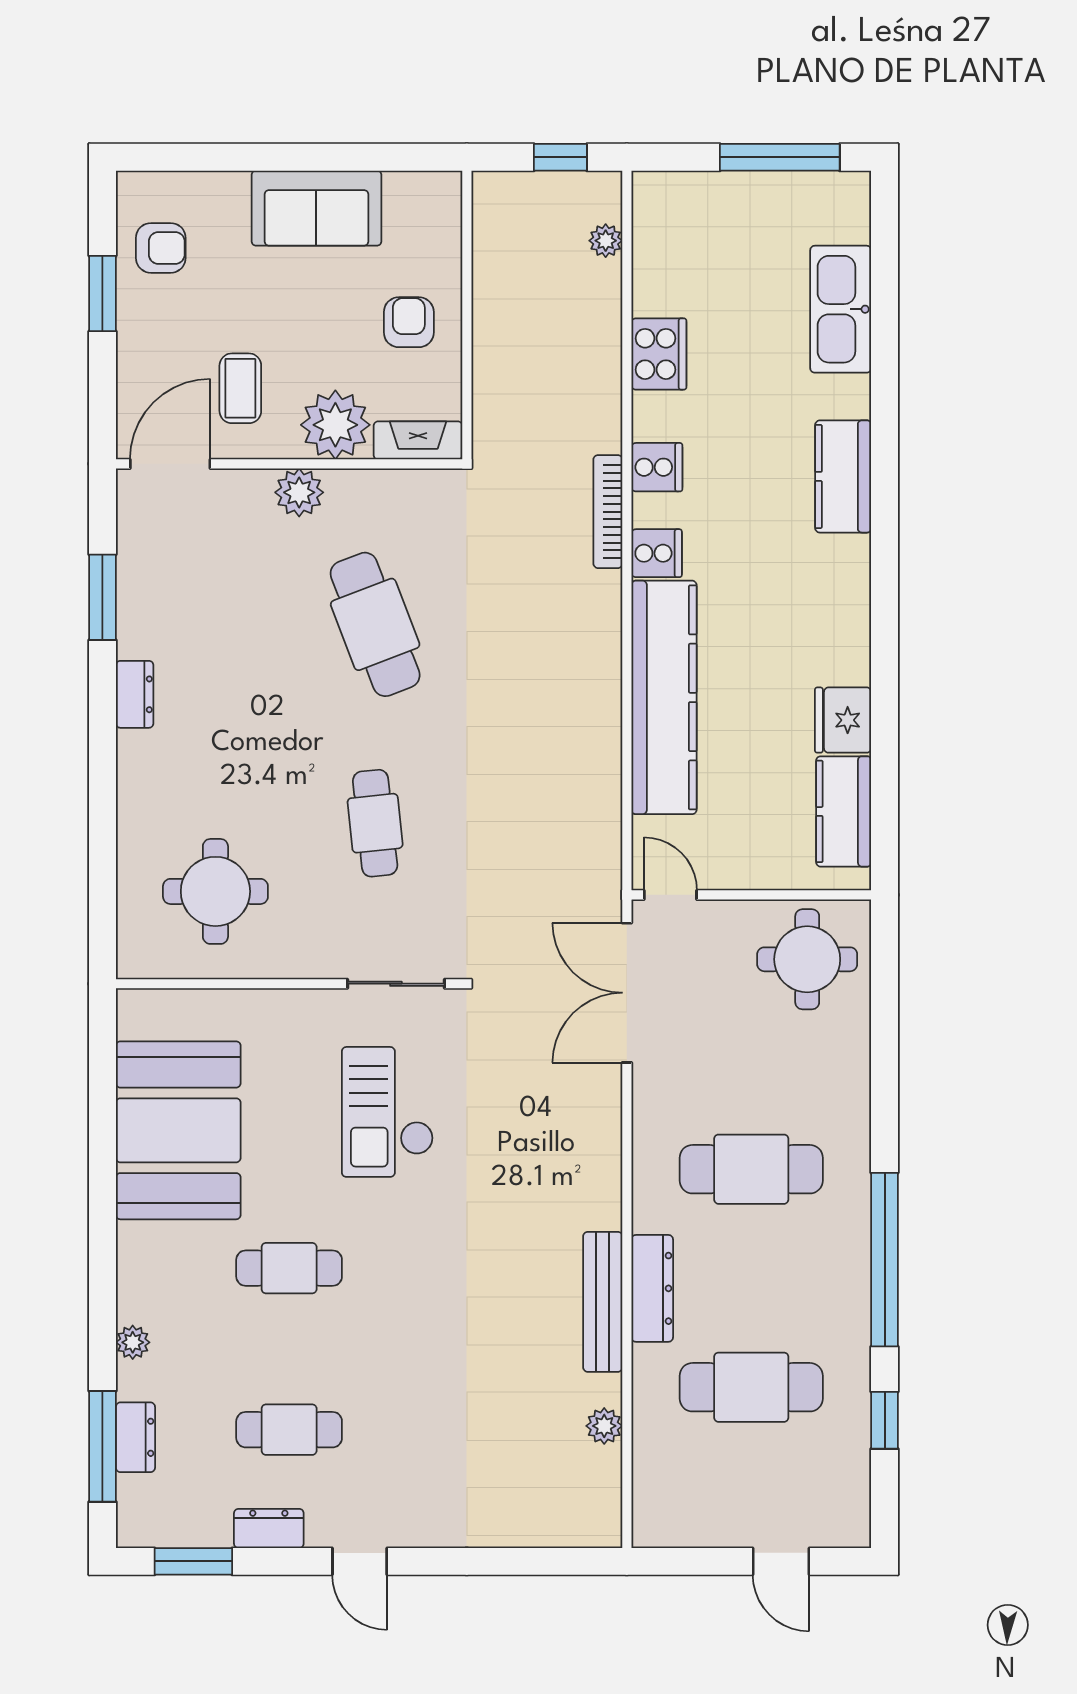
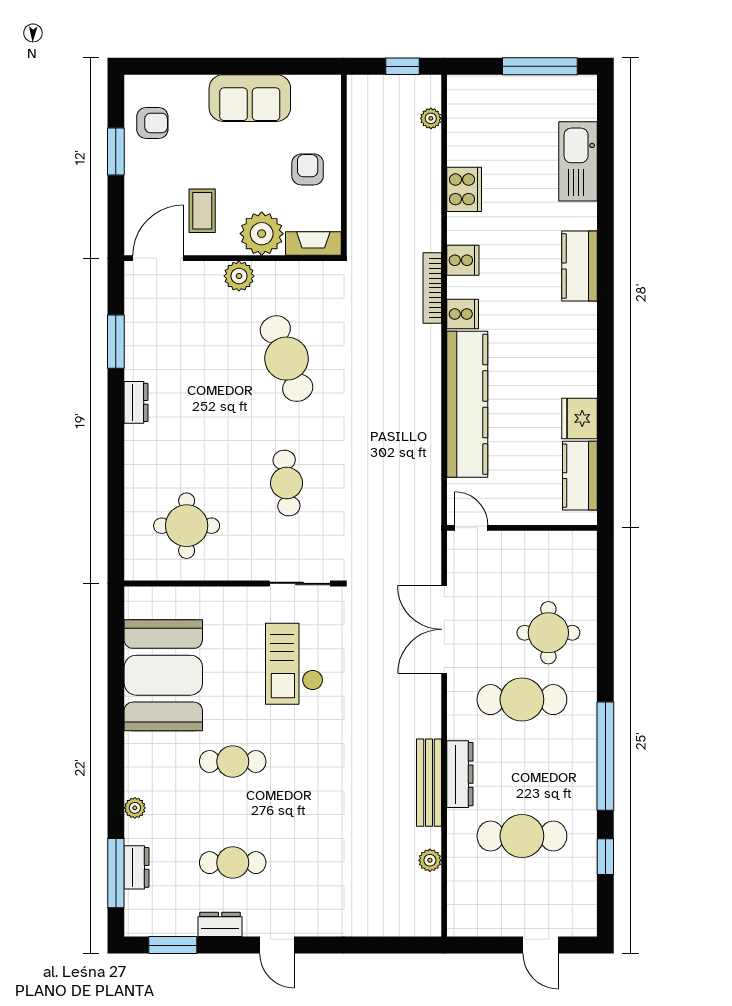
round table: (807, 959) -> (548, 633), moved
double door: (627, 993) -> (444, 629), moved

